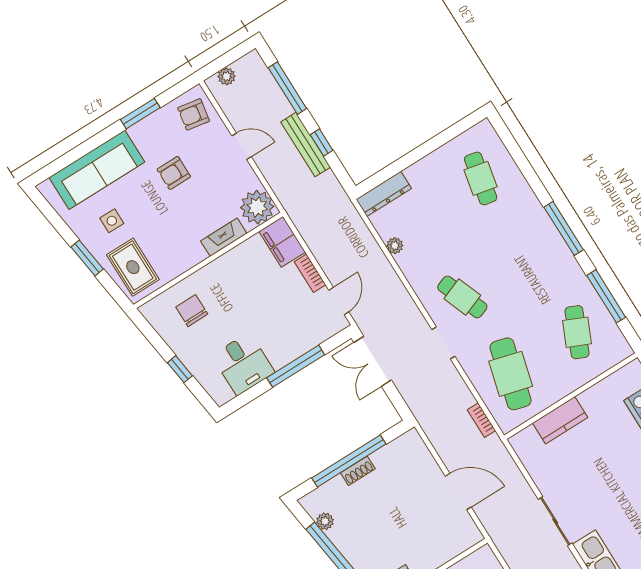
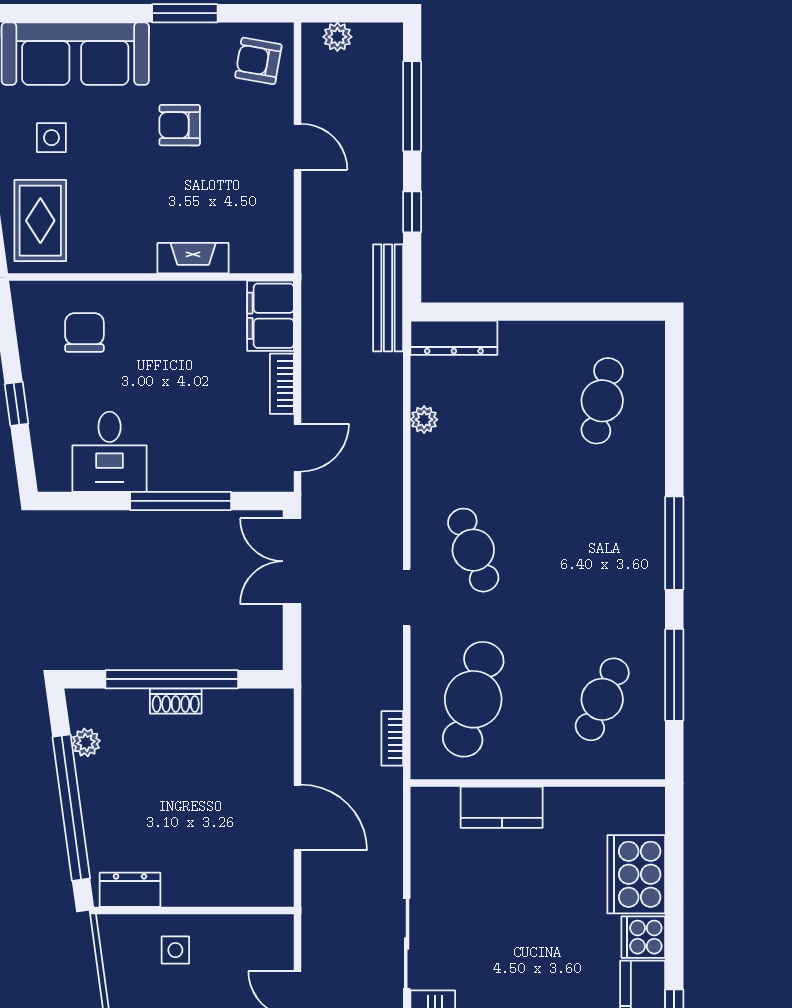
bench: (306, 145) -> (388, 298), moved
plant: (257, 207) -> (266, 246), removed

